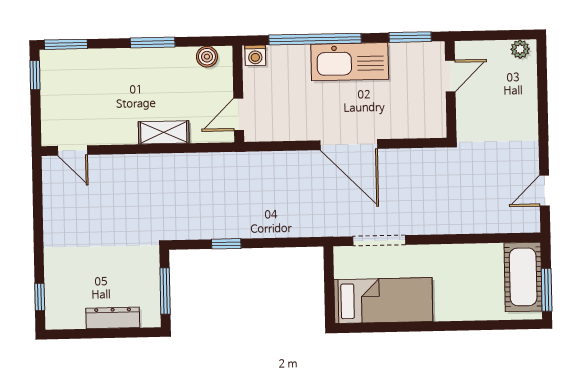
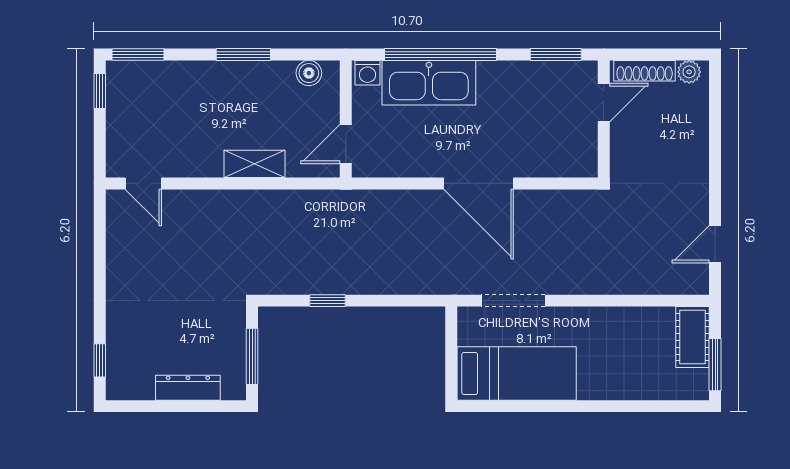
shoe rack: (483, 49) -> (645, 71), added
kitchen sink: (350, 62) -> (429, 83), moved
cot: (523, 277) -> (693, 337), width x0.73, depth x0.75

